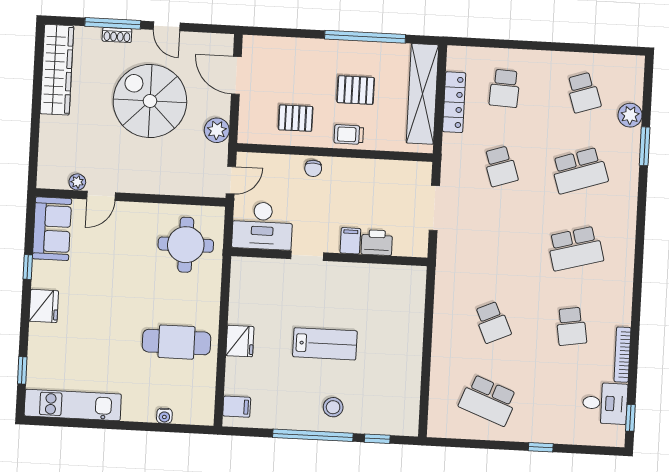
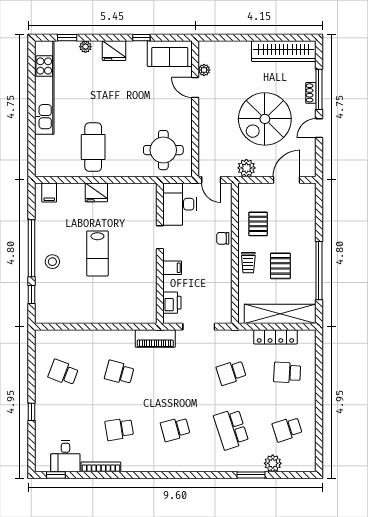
spiral stairs: (150, 101) -> (265, 119), turned 180
trolley: (349, 134) -> (248, 263), turned 180
printer: (377, 243) -> (172, 303), moved
school desk: (575, 248) -> (175, 429), width x0.54
piano: (448, 270) -> (155, 339), added
school desk: (492, 322) -> (119, 373), turned 39
plant: (36, 345) -> (85, 47), added
school desk: (488, 400) -> (63, 373), width x0.54
kitchen unit: (73, 405) -> (44, 88), width x1.36
water cooler: (164, 416) -> (40, 141), removed

